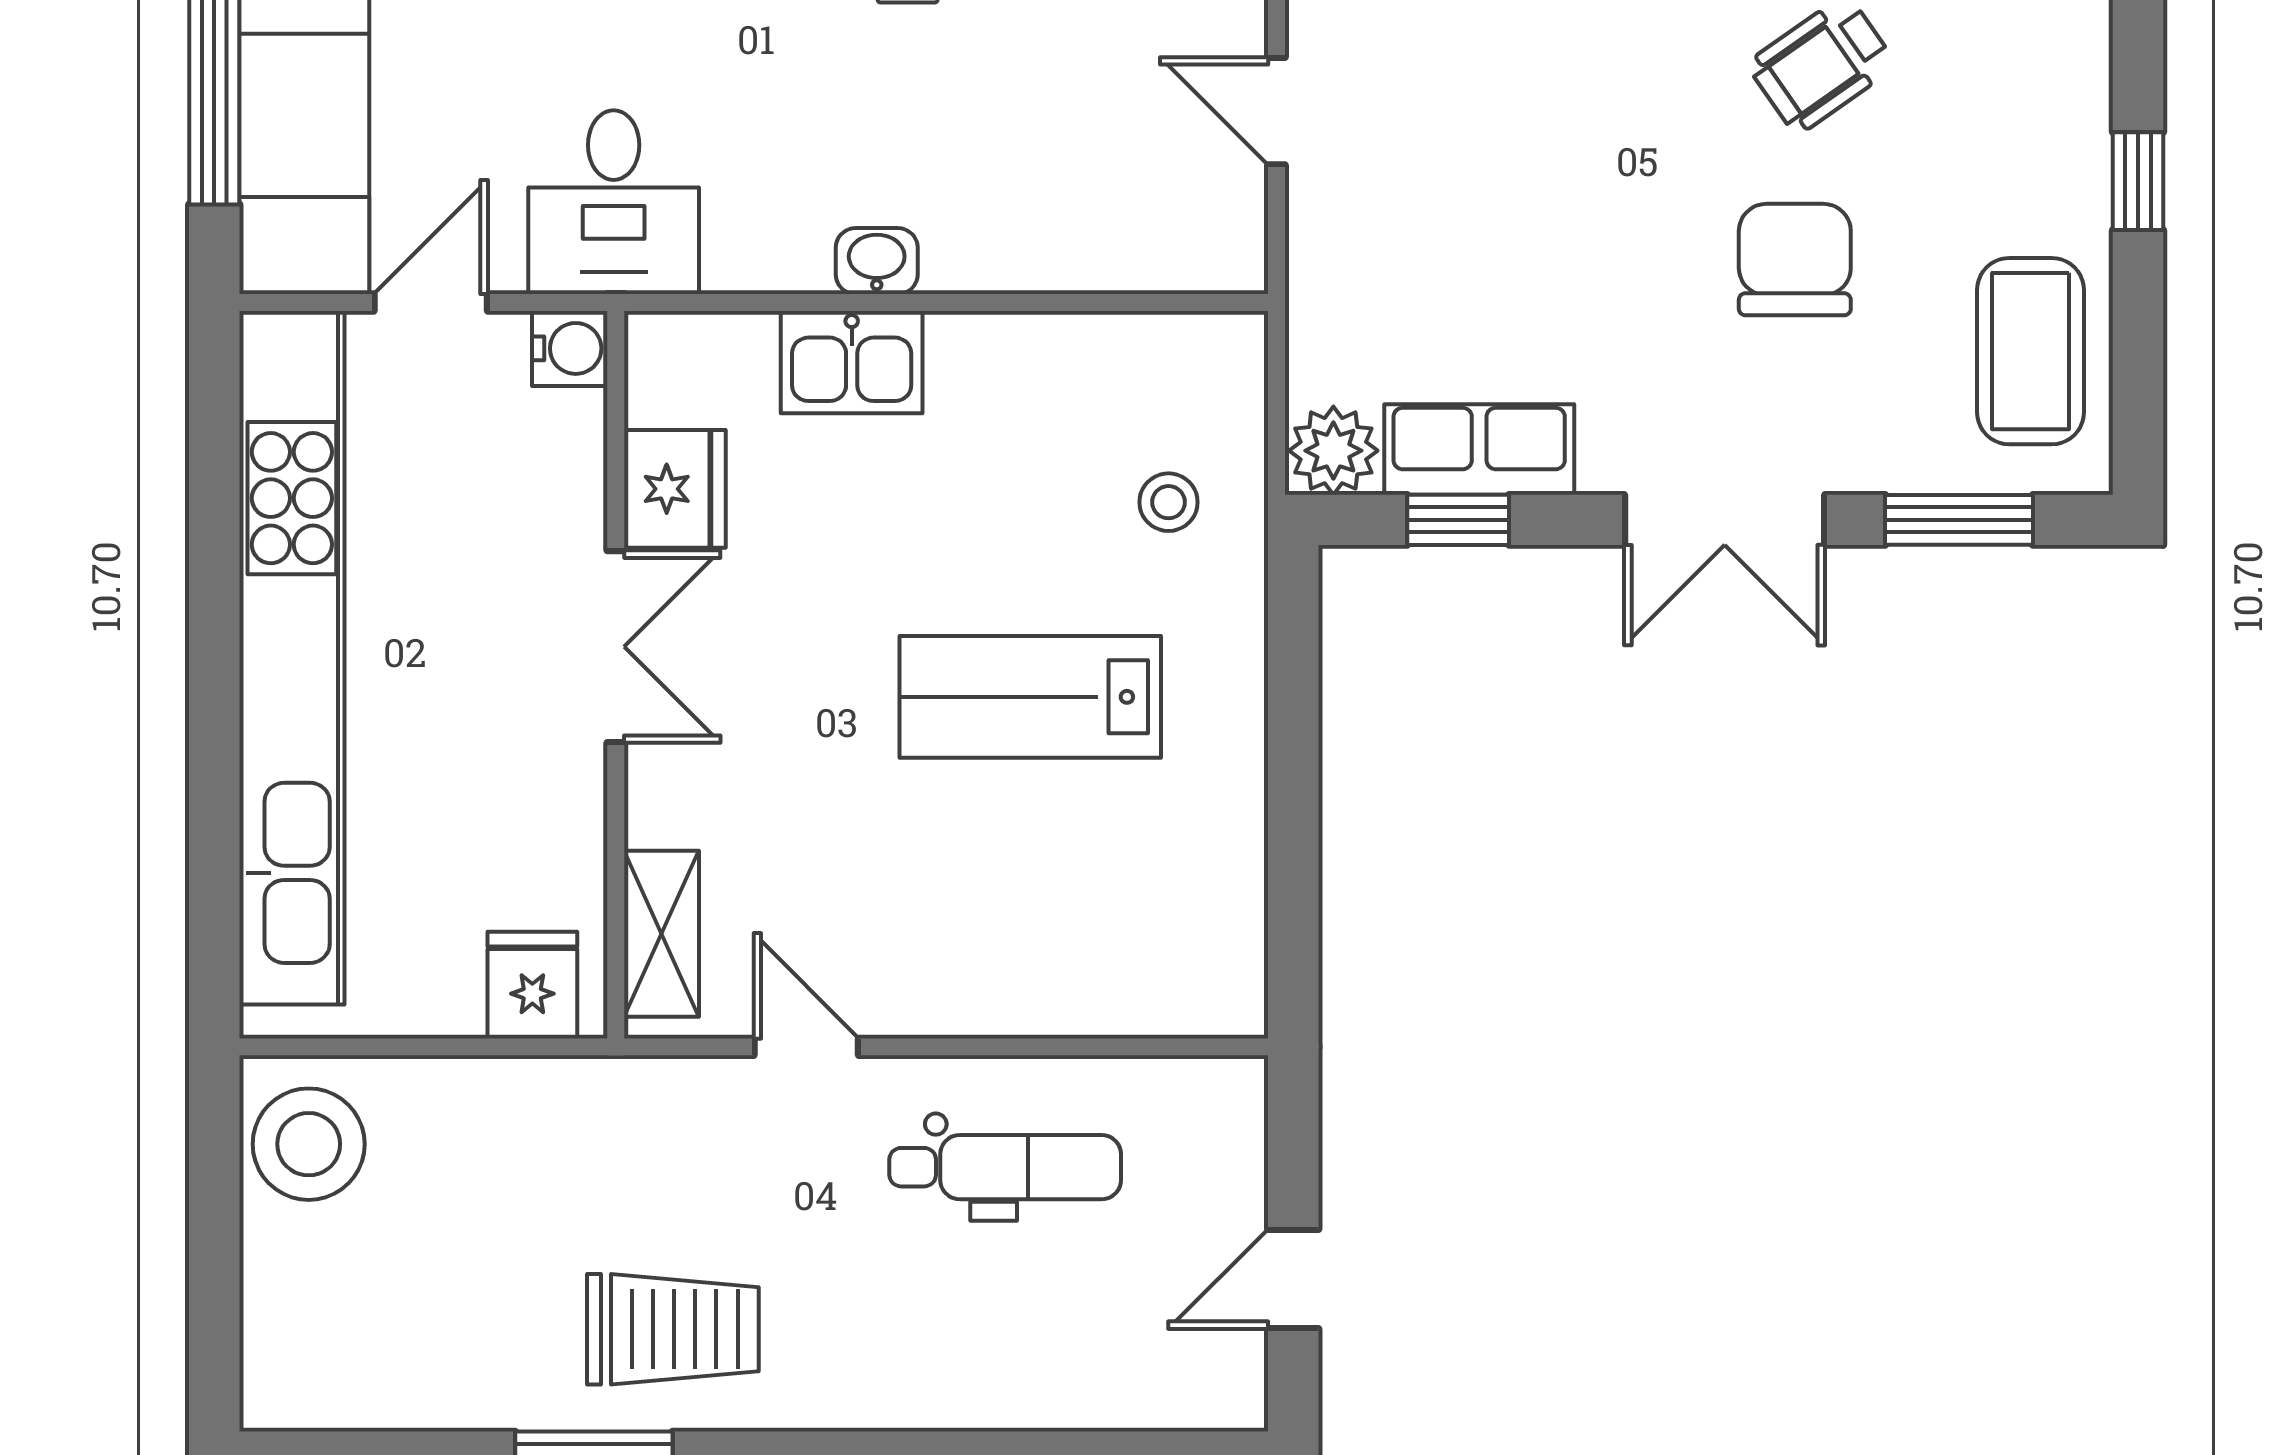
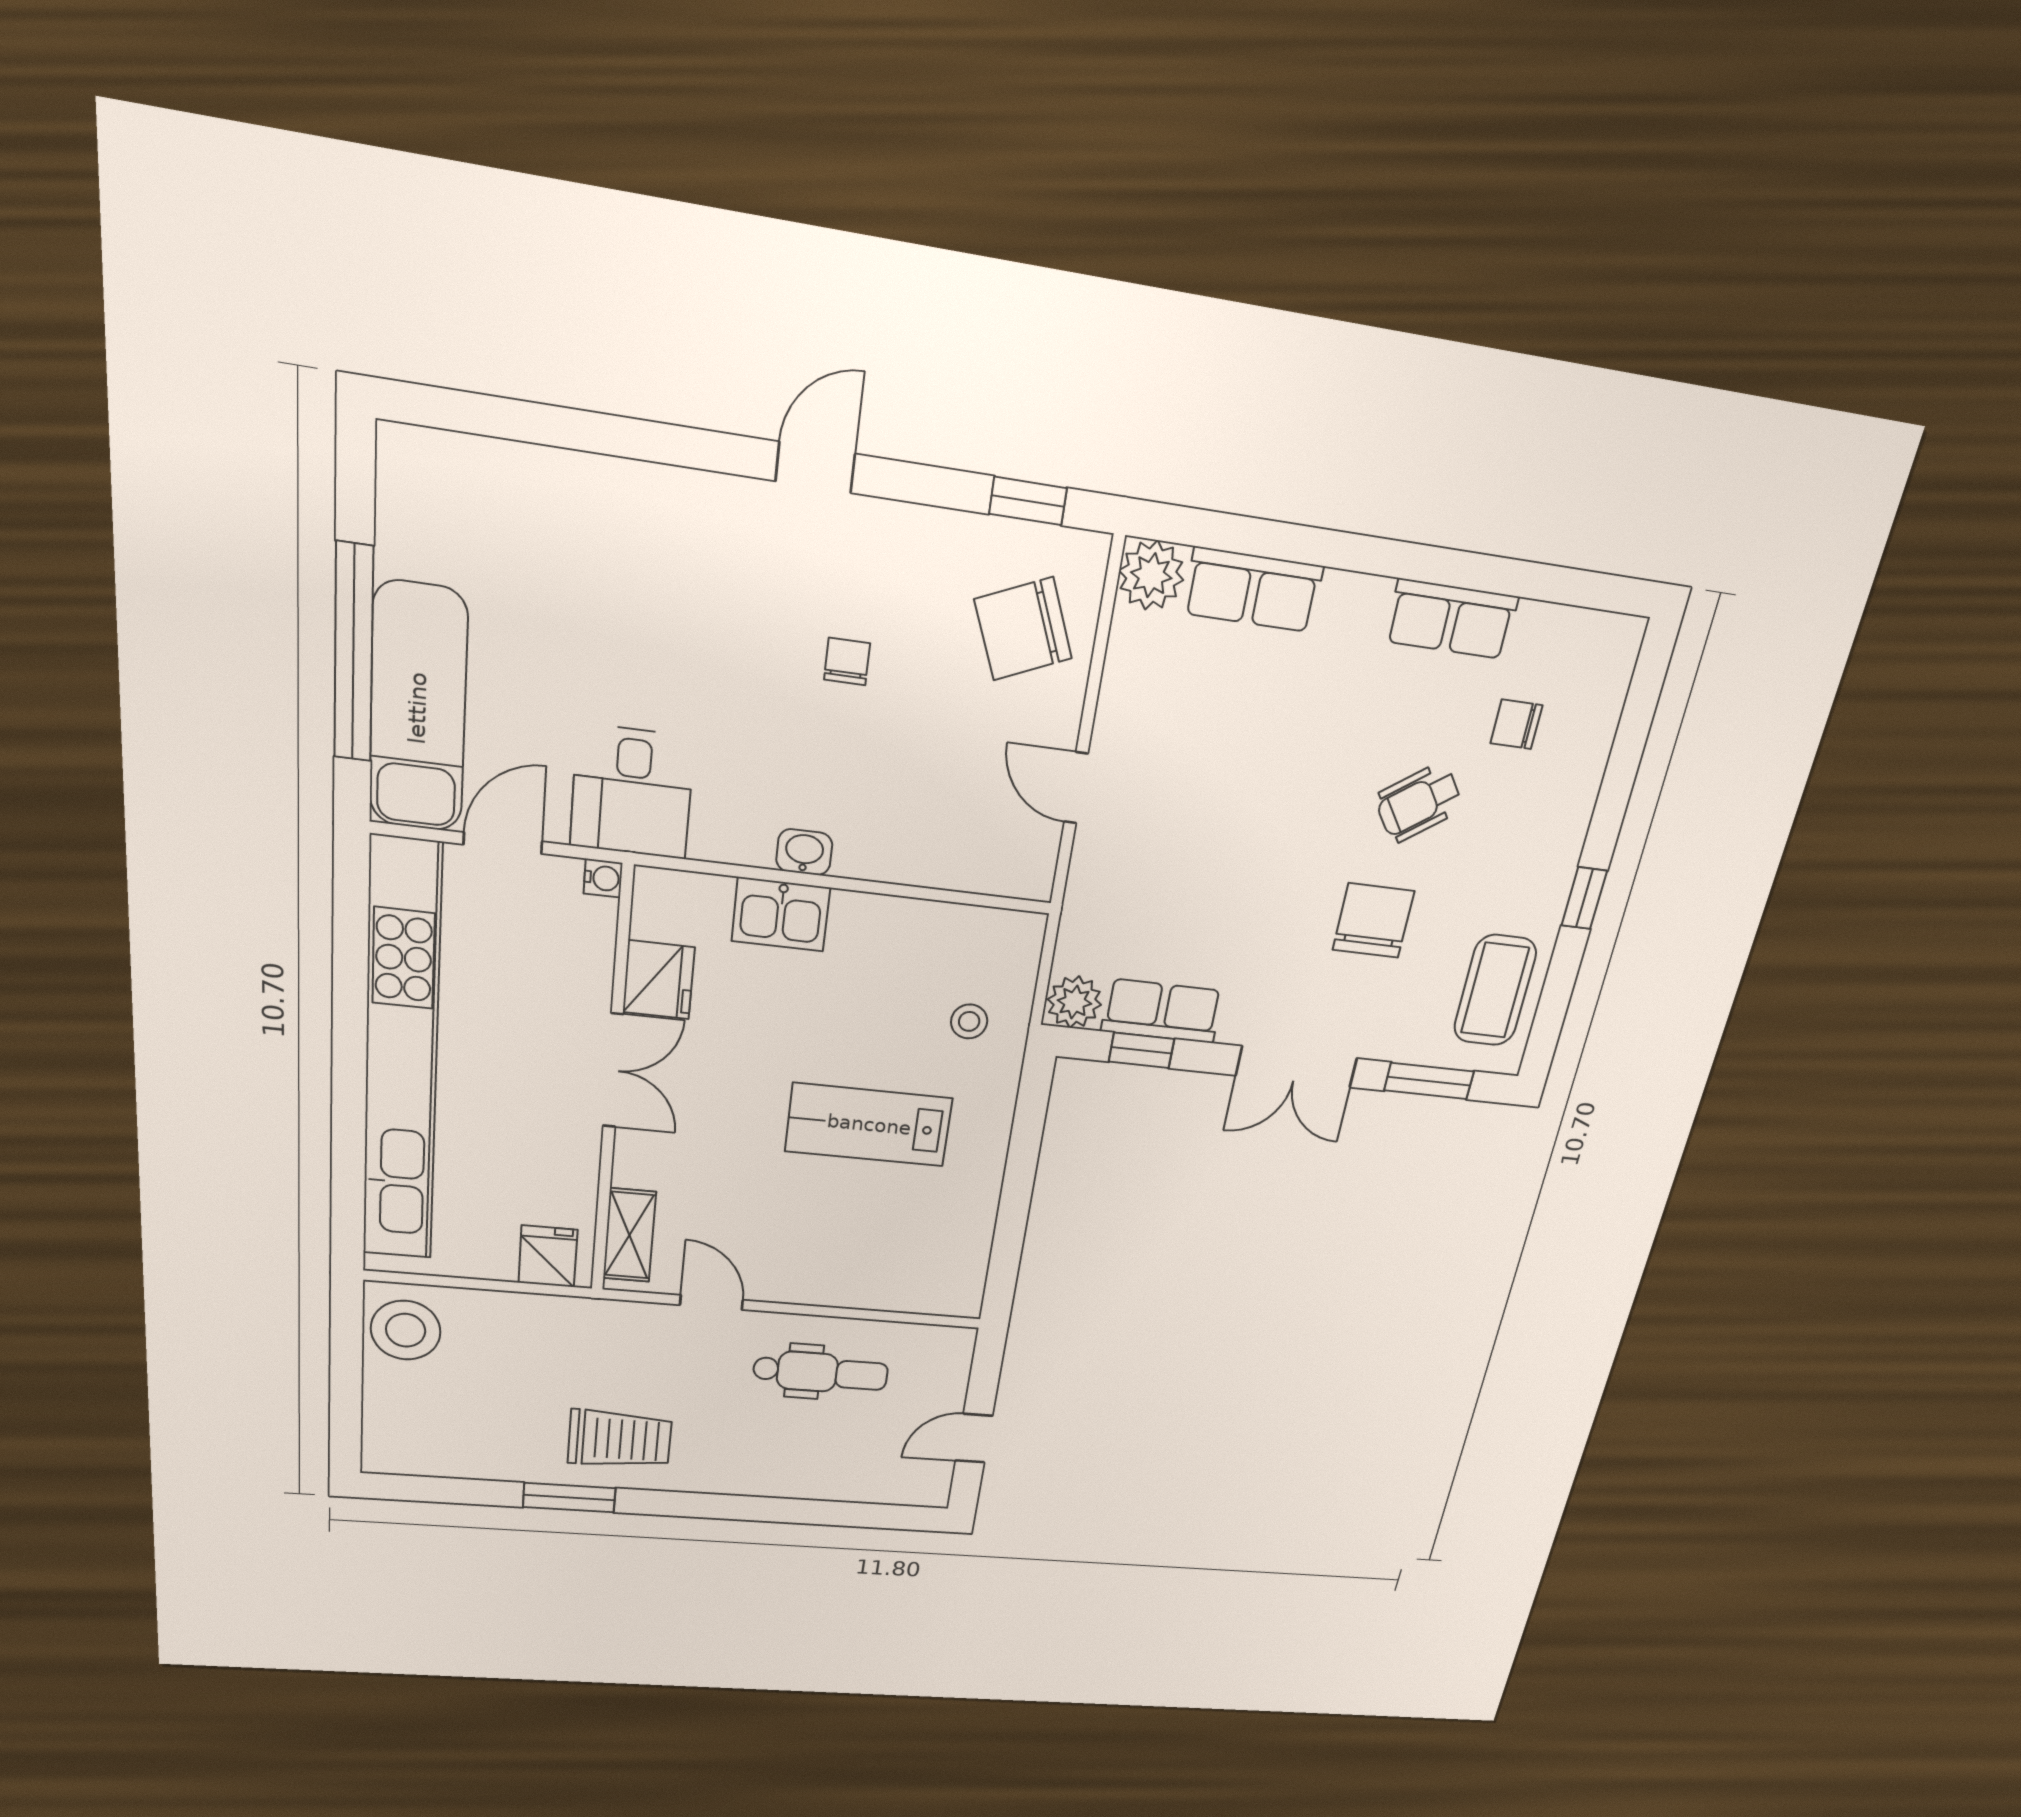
water cooler: (570, 348) -> (603, 878), width x0.72, depth x0.72

